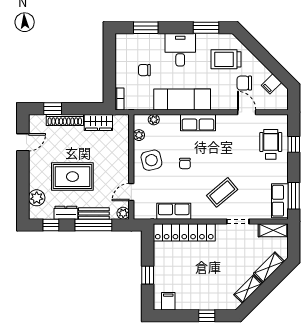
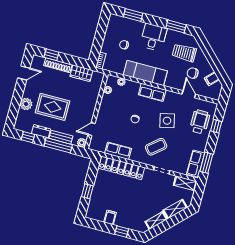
side table: (151, 160) -> (167, 121), moved
plant: (37, 198) -> (26, 104), moved
filing cabinet: (168, 301) -> (110, 217), moved

